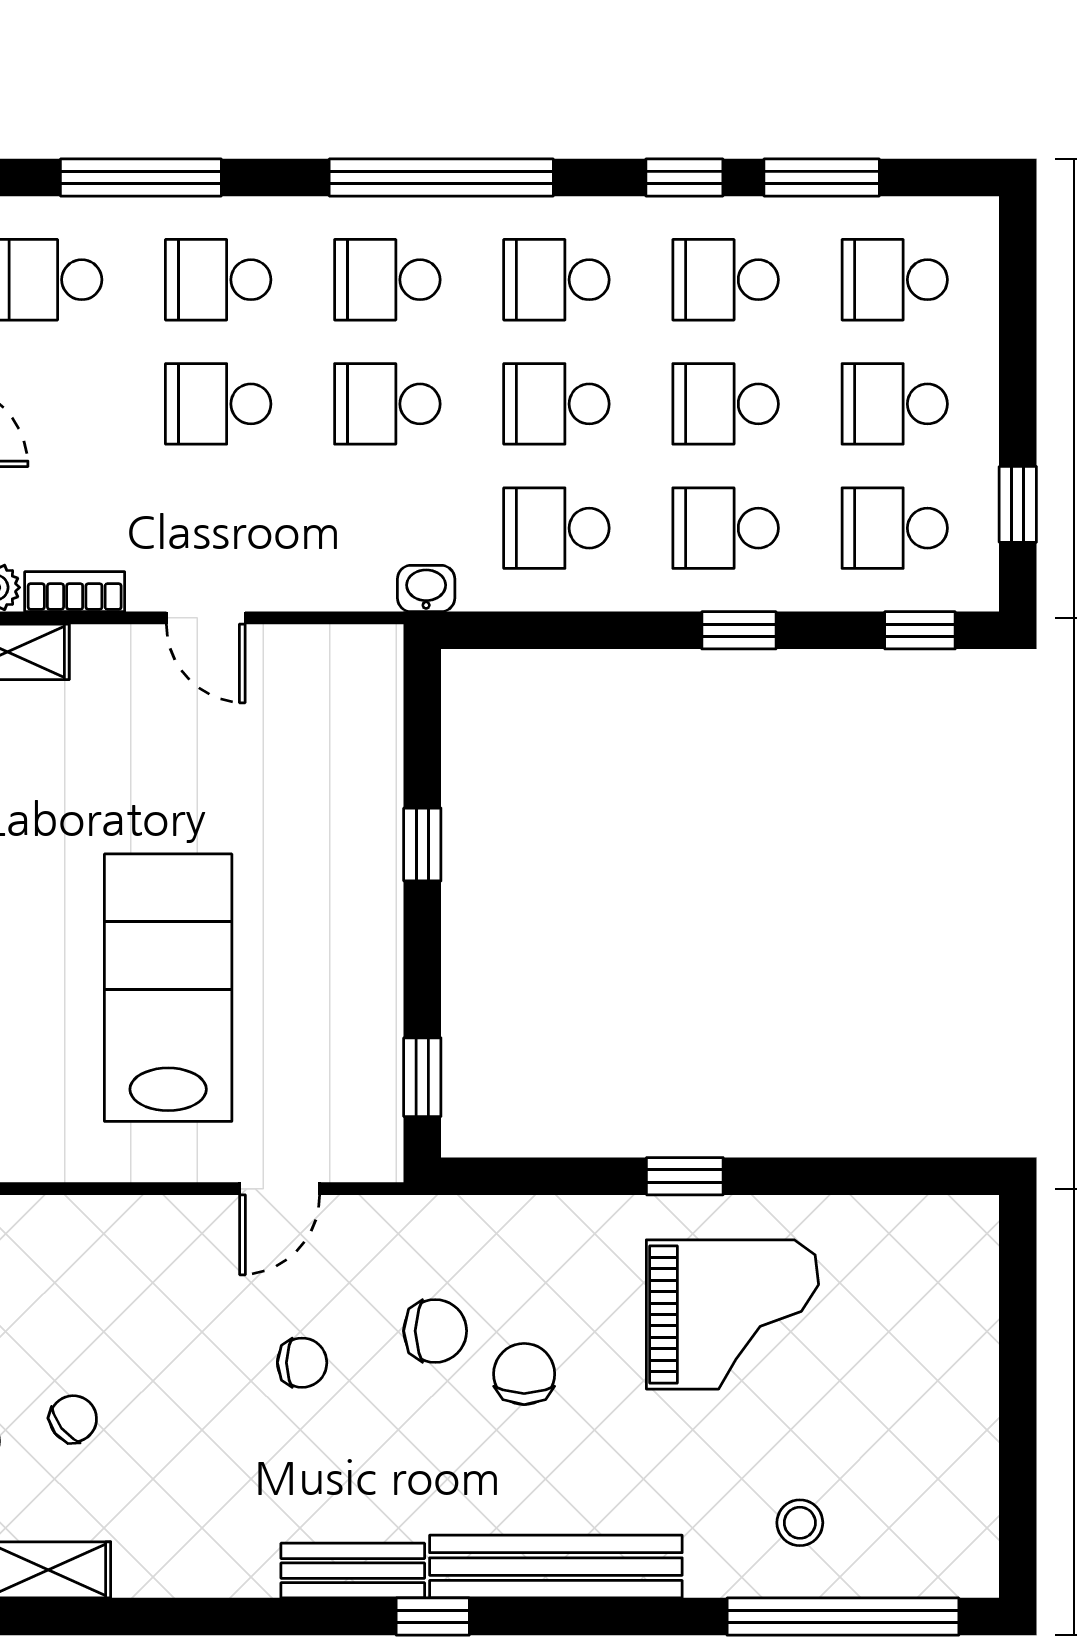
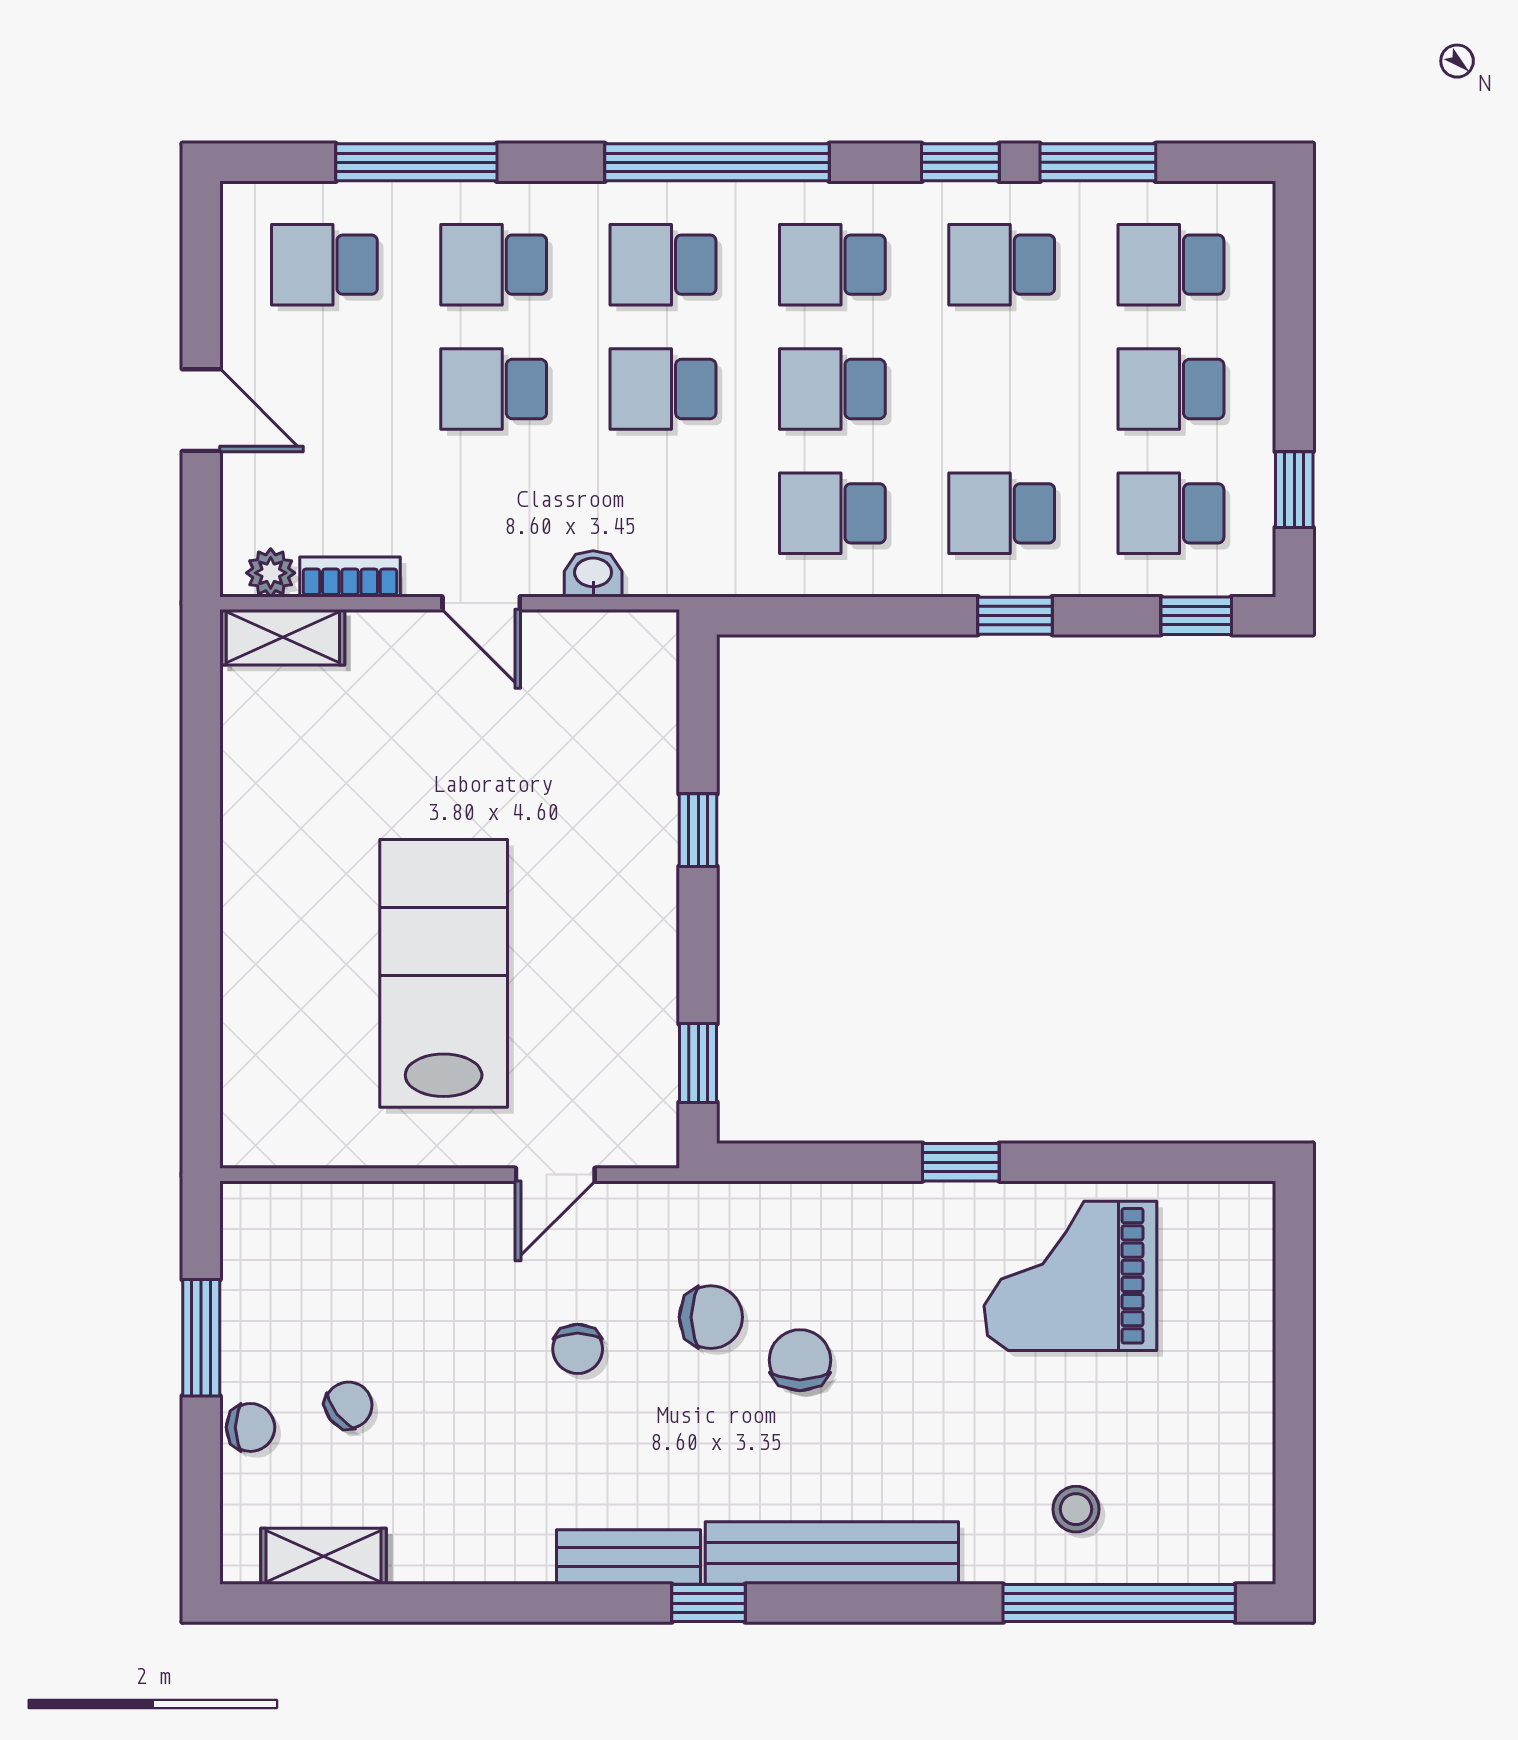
school desk: (726, 404) -> (1002, 389), removed
washbasin: (426, 588) -> (593, 574), moved
grand piano: (732, 1314) -> (1070, 1276), moved, turned 180
chair: (302, 1363) -> (578, 1349), turned 90

